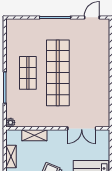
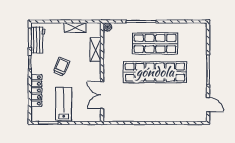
shop shelf: (28, 73) -> (155, 44), width x1.43, depth x1.36

